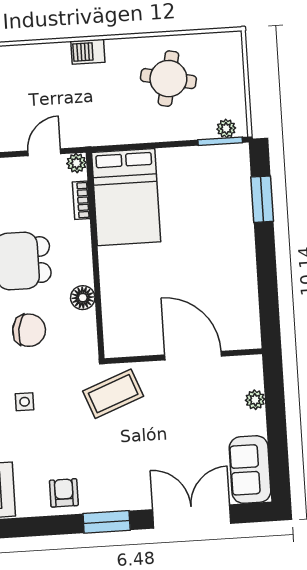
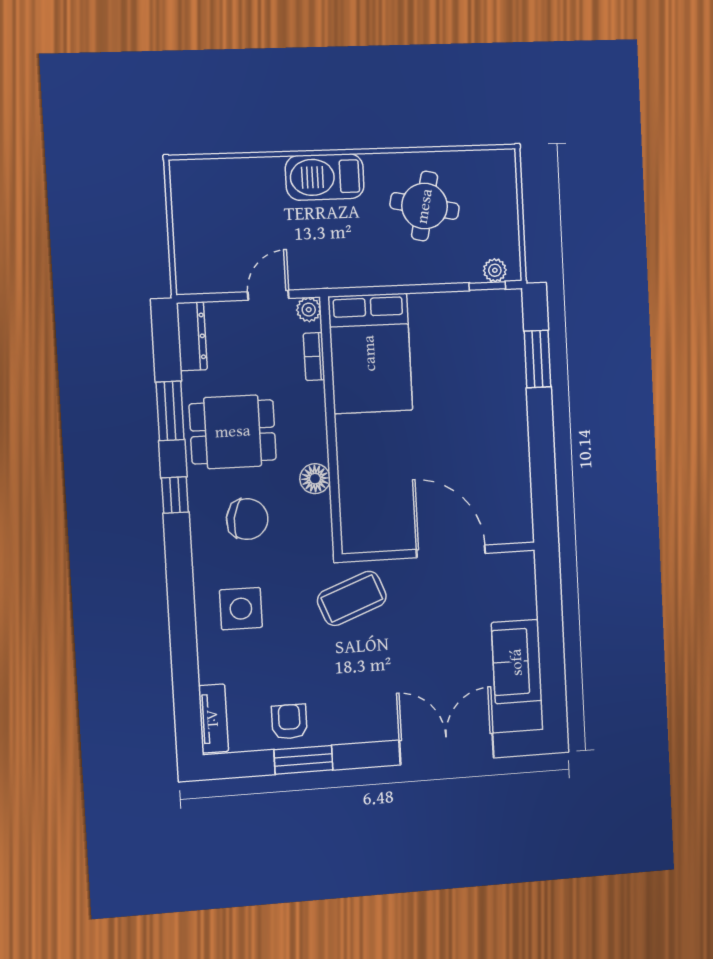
barbecue: (88, 52) -> (325, 177), width x1.88, depth x1.53
window: (220, 141) -> (487, 286), width x0.67
plant: (255, 400) -> (526, 606), removed
side table: (25, 402) -> (241, 609), width x1.87, depth x1.87
sofa: (250, 470) -> (517, 662), moved
window: (107, 522) -> (303, 760), moved

